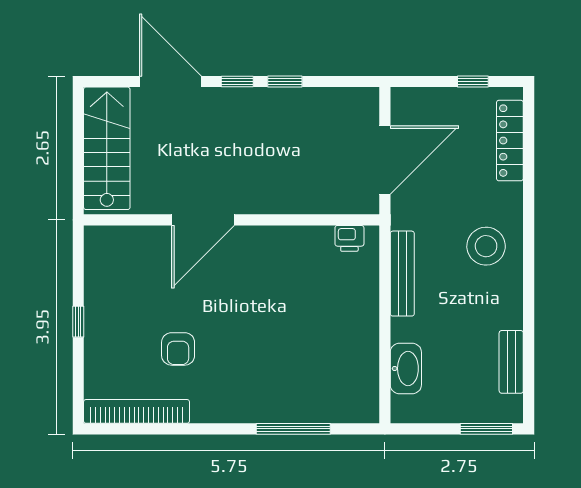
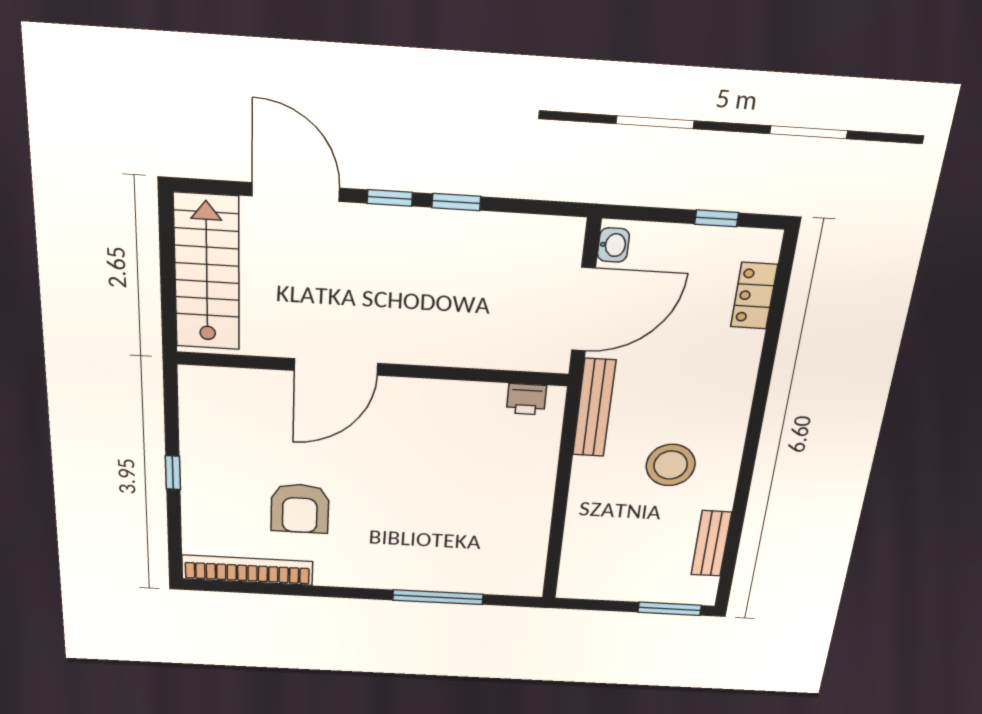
locker: (510, 141) -> (754, 296), width x0.66
stool: (486, 246) -> (671, 465), moved
bench: (402, 274) -> (594, 408), moved
armchair: (178, 349) -> (300, 508), width x1.38, depth x1.38
washbasin: (406, 368) -> (613, 245), moved, width x0.52, depth x0.69

